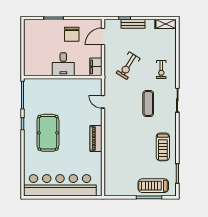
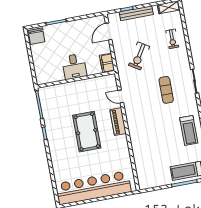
bench: (133, 24) -> (136, 13), width x1.36
chair: (72, 34) -> (37, 36), moved
exercise bike: (161, 69) -> (172, 39), moved
pool table: (48, 133) -> (87, 132), moved
piano: (96, 138) -> (118, 122), moved

